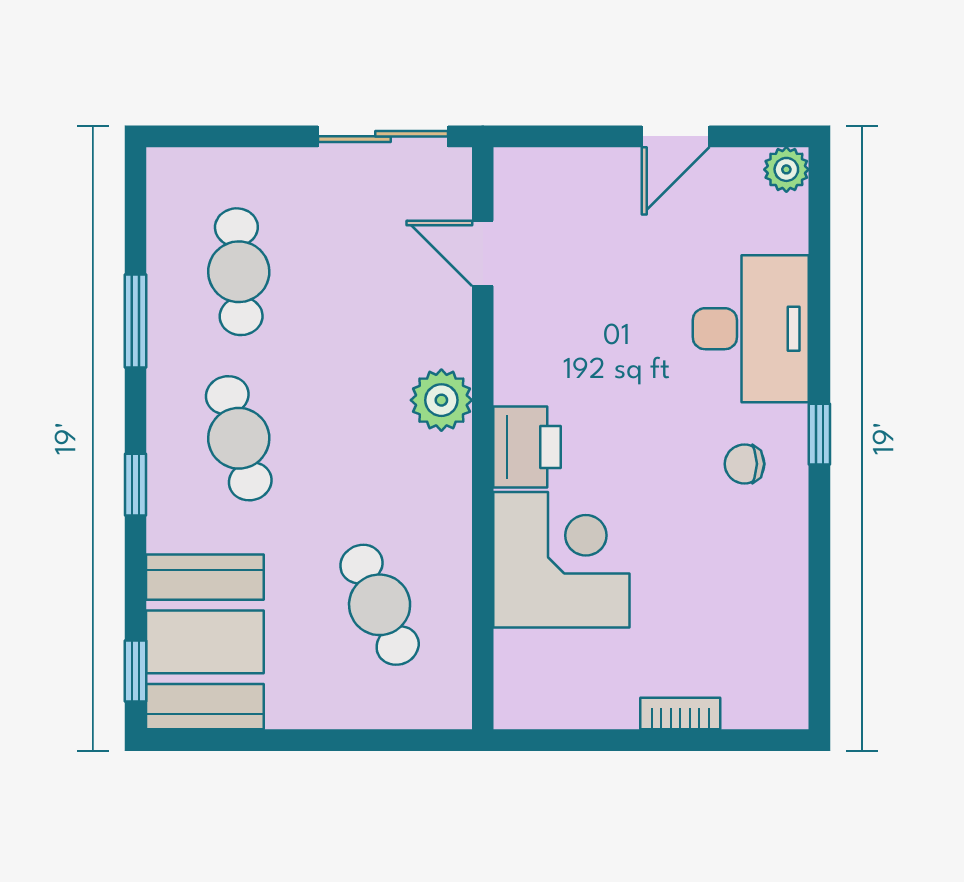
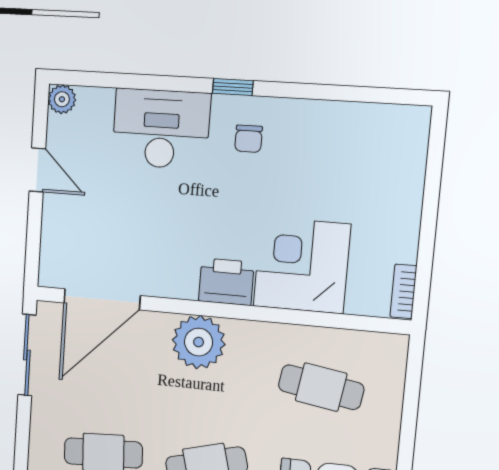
door: (483, 253) -> (102, 299), width x1.88
plant: (441, 400) -> (199, 342), width x1.36, depth x1.36
cafe table: (380, 605) -> (321, 387), turned 33
bookcase: (680, 714) -> (403, 291), moved

